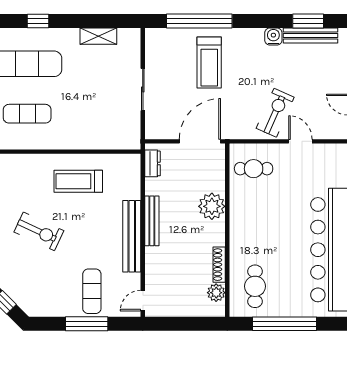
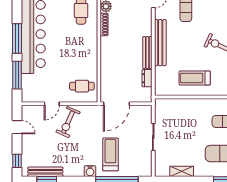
water cooler: (273, 36) -> (90, 171), moved
door: (300, 141) -> (52, 104), hinge flipped
dresser: (152, 163) -> (147, 78), moved
treadmill: (78, 181) -> (195, 78), turned 180
plant: (212, 206) -> (109, 62), removed

